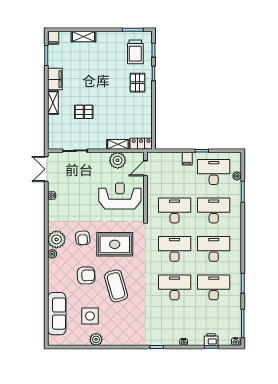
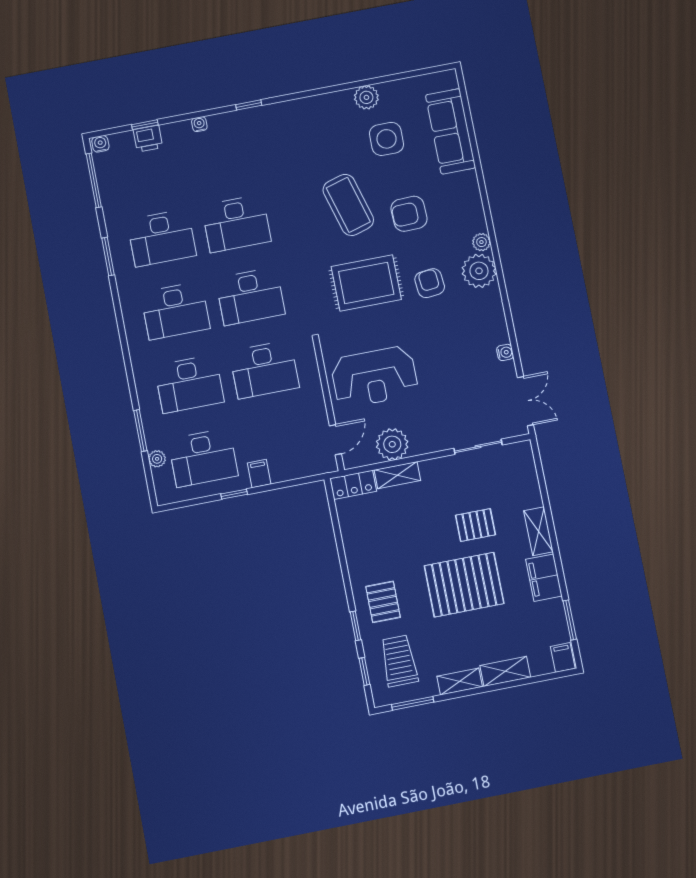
shelving: (107, 36) -> (460, 682), added
pallet: (95, 83) -> (464, 585), added

